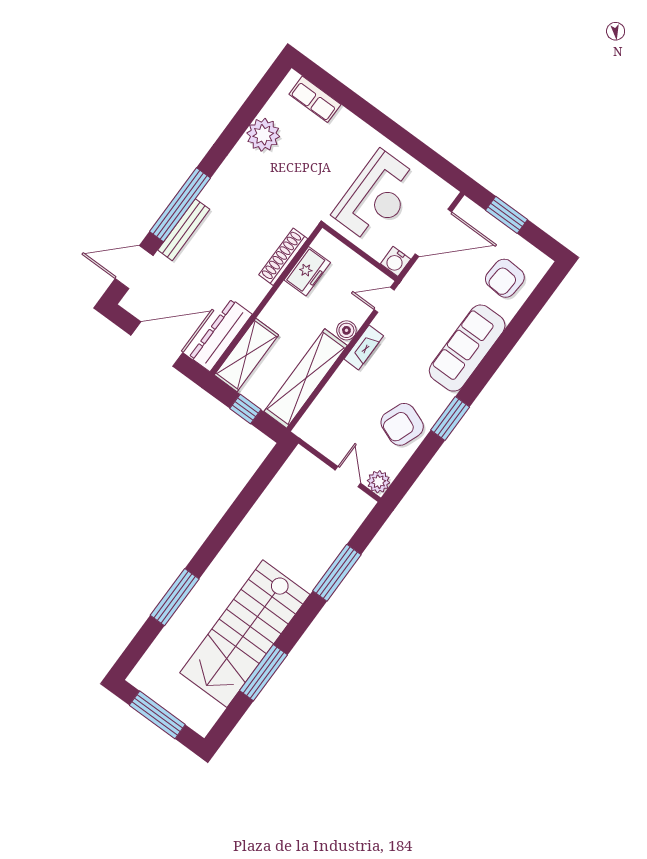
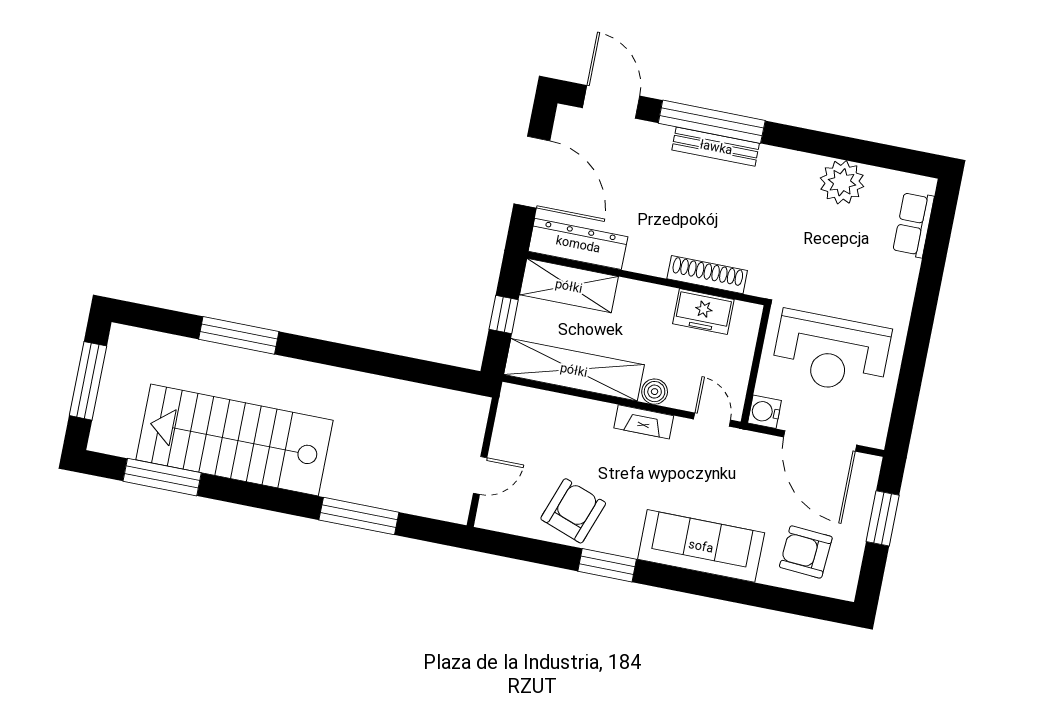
bench: (184, 230) -> (716, 147), moved
armchair: (402, 424) -> (573, 511), turned 89
plant: (379, 482) -> (491, 515), removed
window: (263, 673) -> (162, 477), moved

